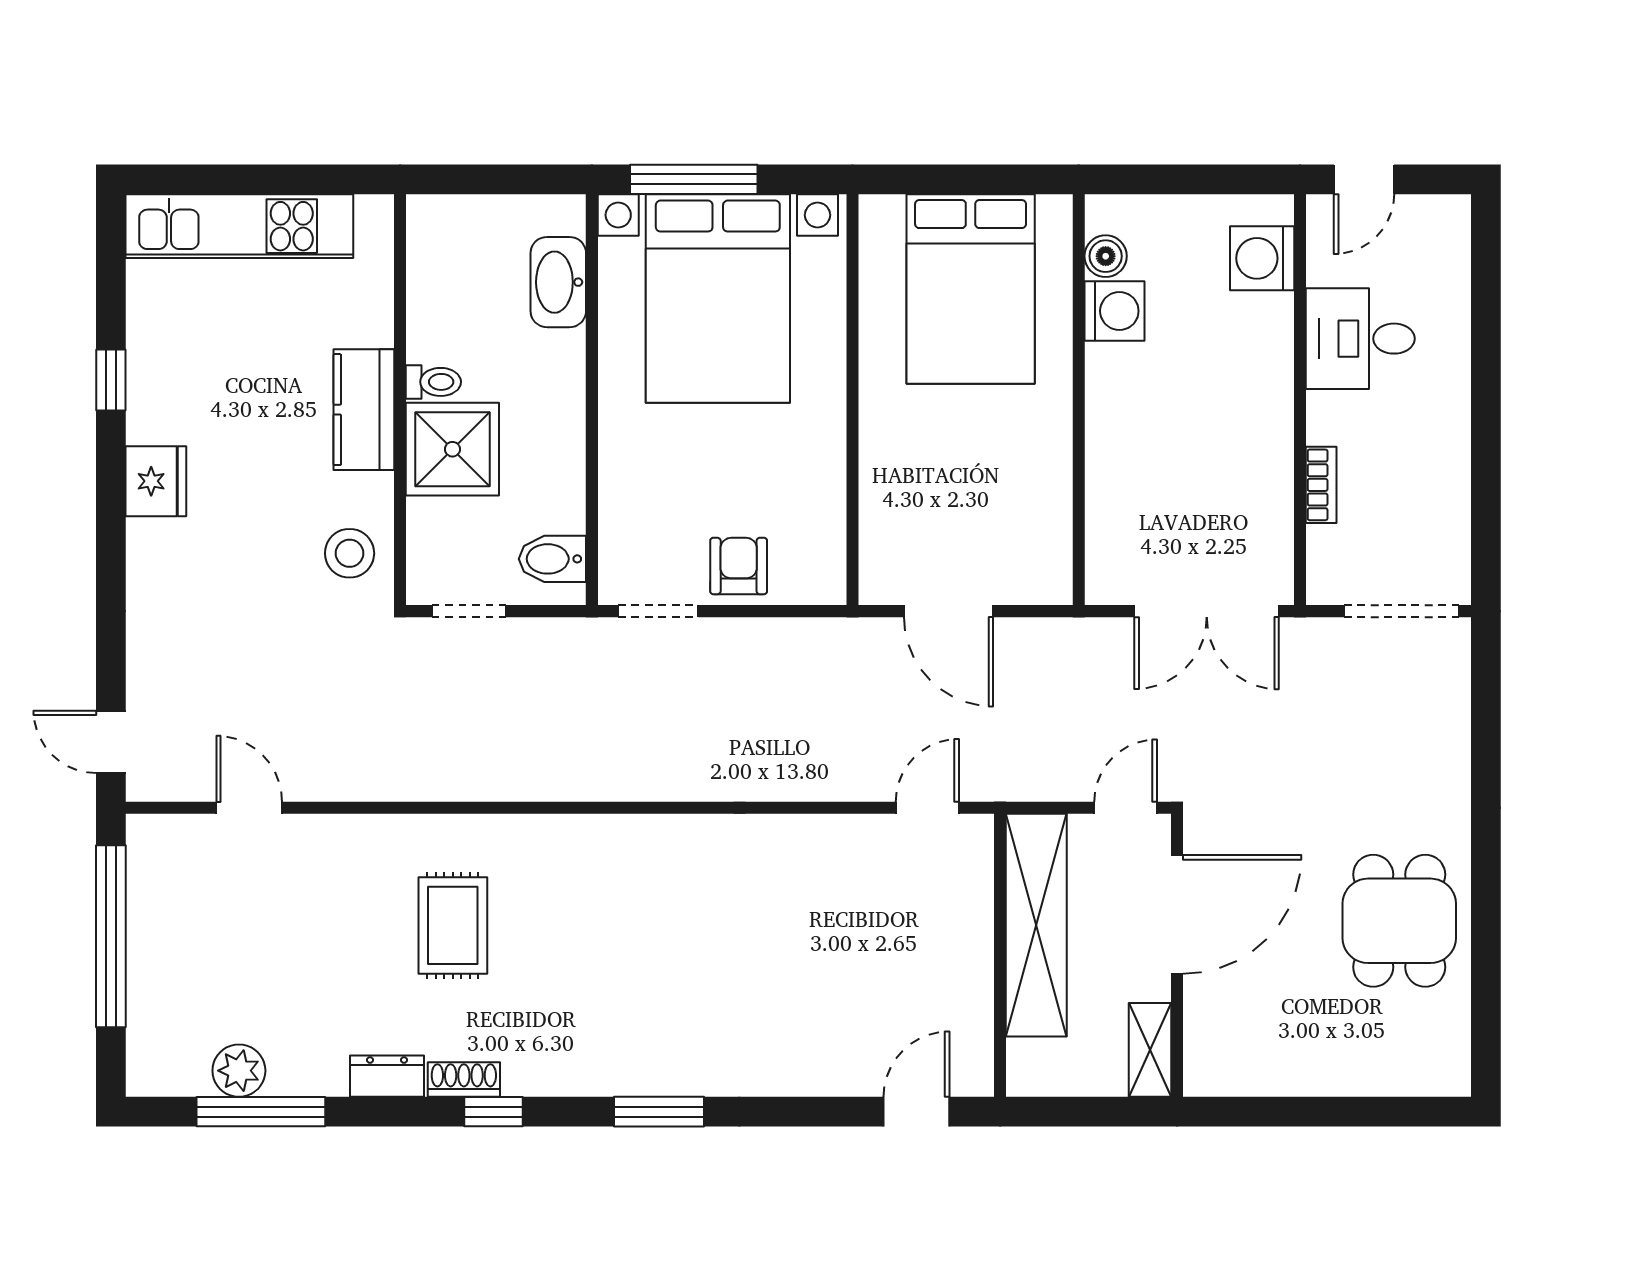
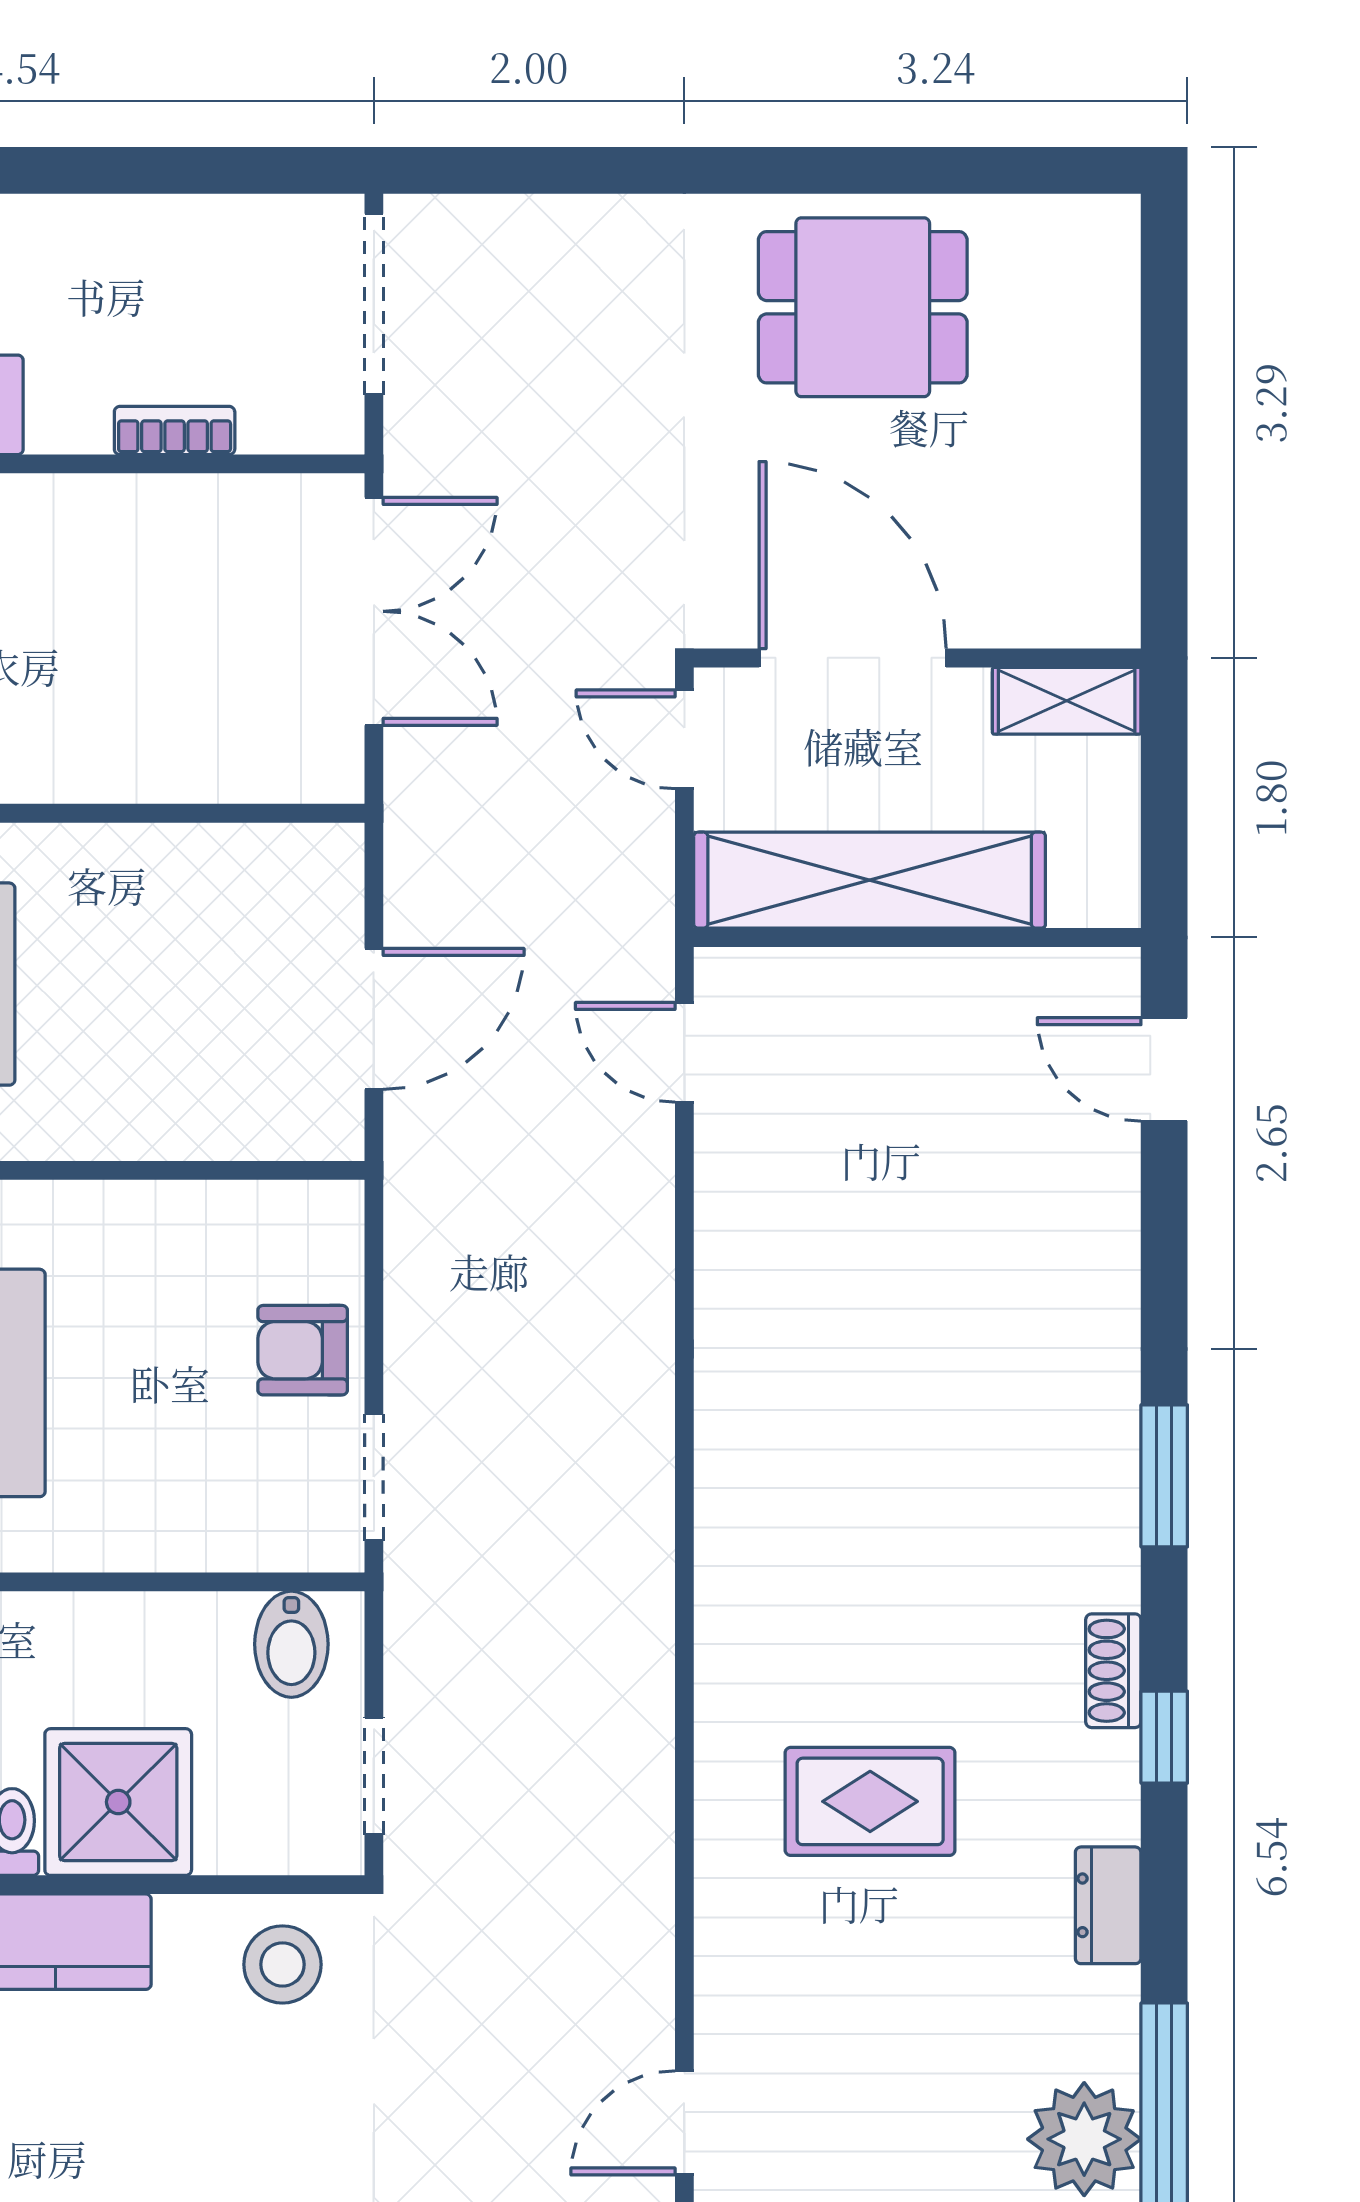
plant: (239, 1071) -> (1084, 2139), width x1.36, depth x1.36
shoe rack: (464, 1080) -> (1113, 1671), moved

